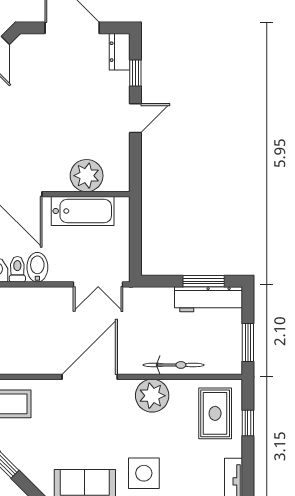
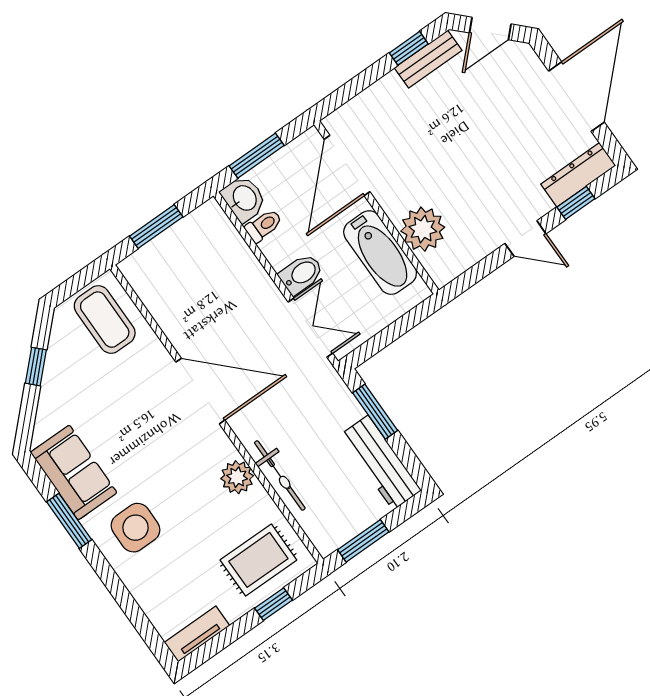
dresser: (120, 52) -> (578, 175), width x1.44
bidet: (37, 267) -> (301, 274), moved
window: (204, 281) -> (375, 412), moved
double door: (98, 284) -> (310, 328), swing flipped
plant: (152, 396) -> (237, 477), width x0.73, depth x0.73

